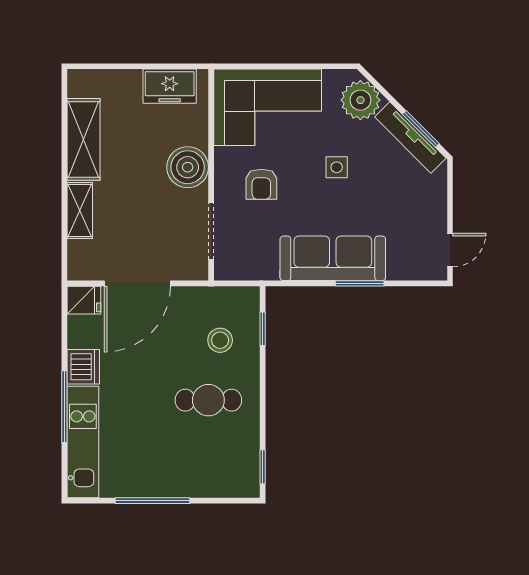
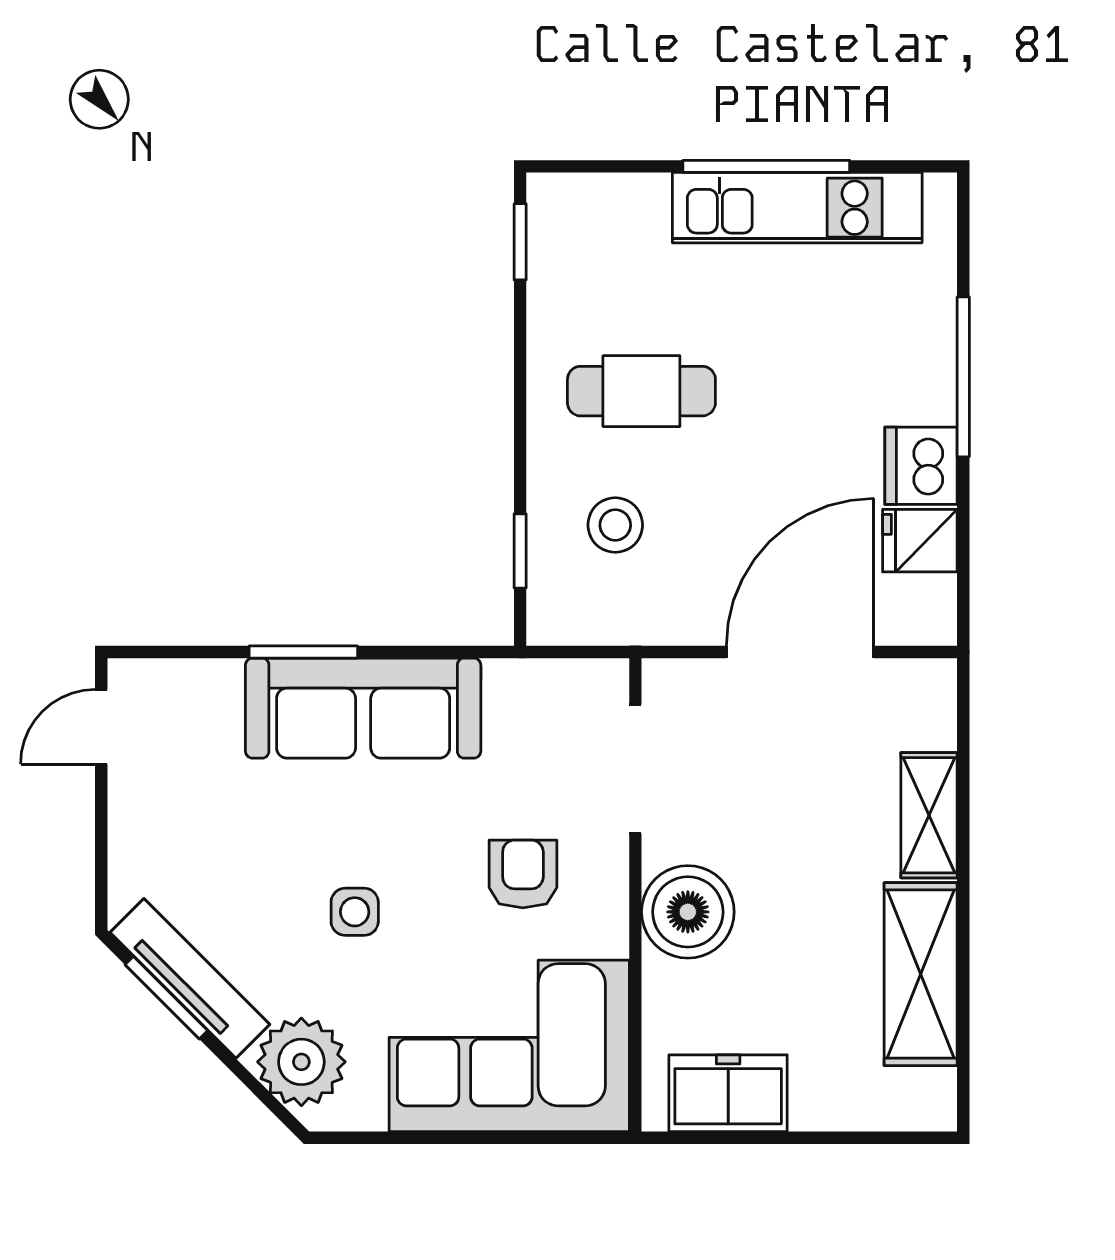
fridge: (84, 300) -> (920, 541), moved
kitchen unit: (83, 442) -> (797, 208), moved, turned -90

